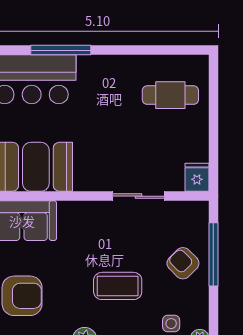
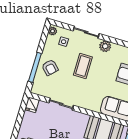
coffee table: (118, 286) -> (83, 66), turned 90

